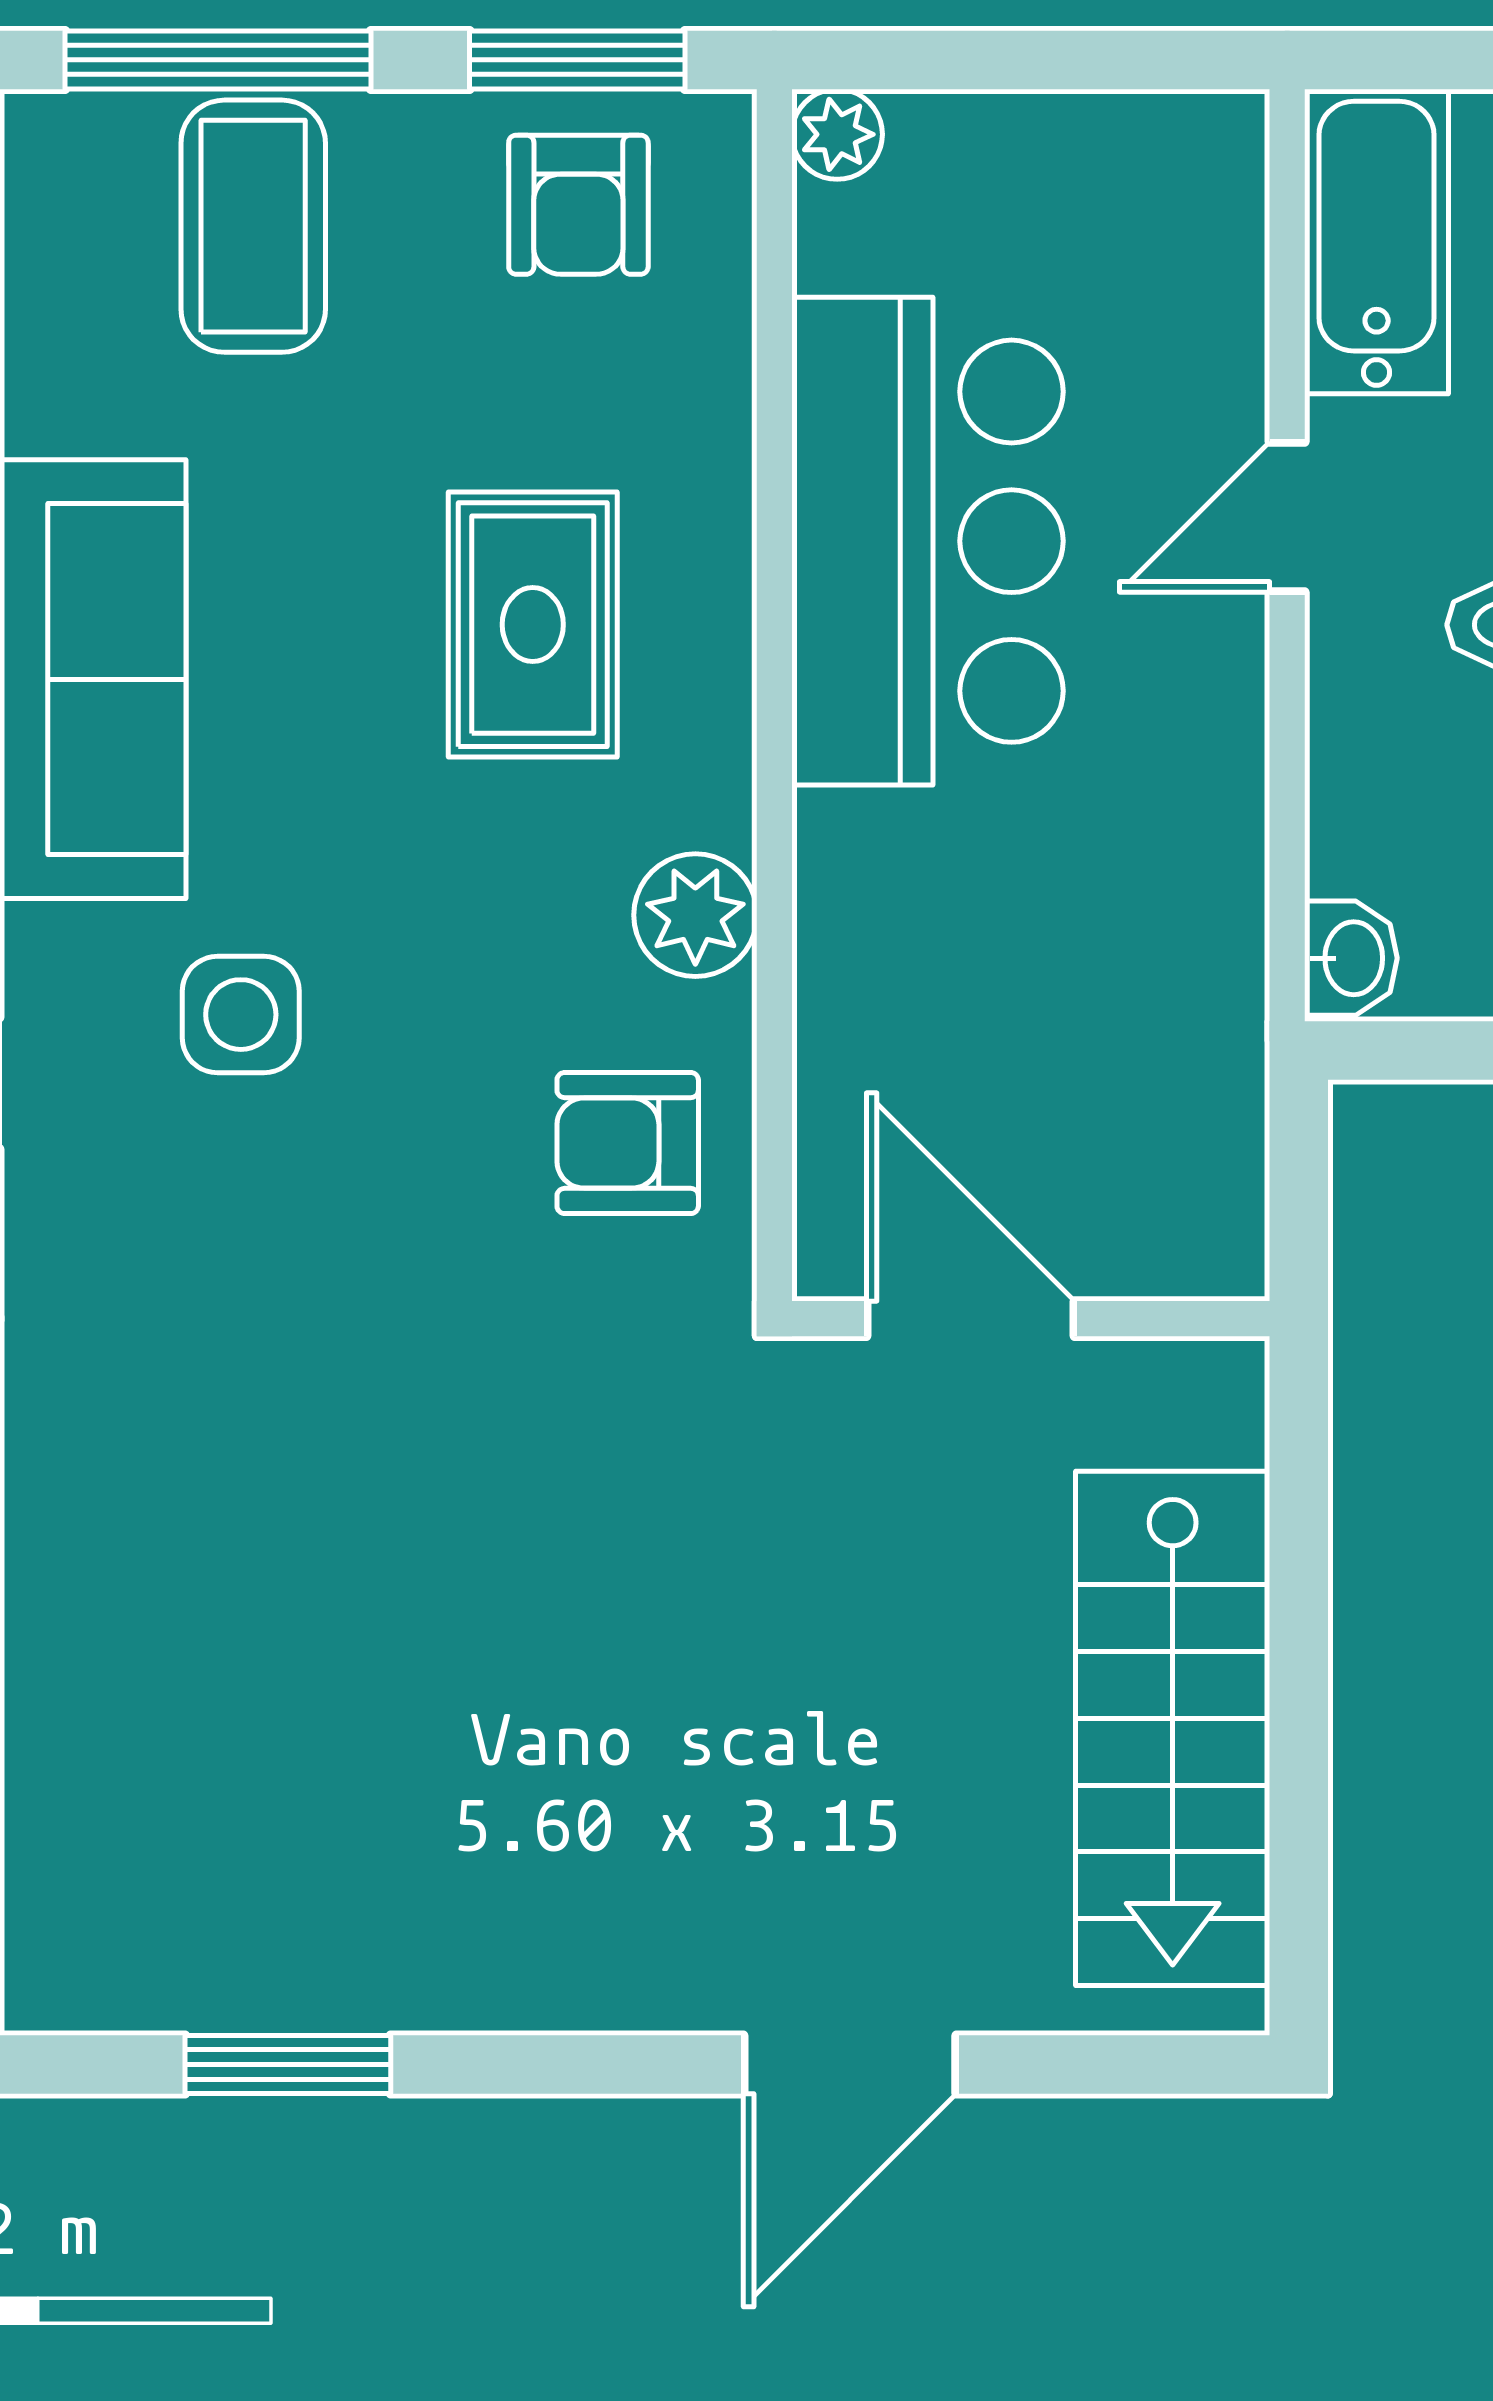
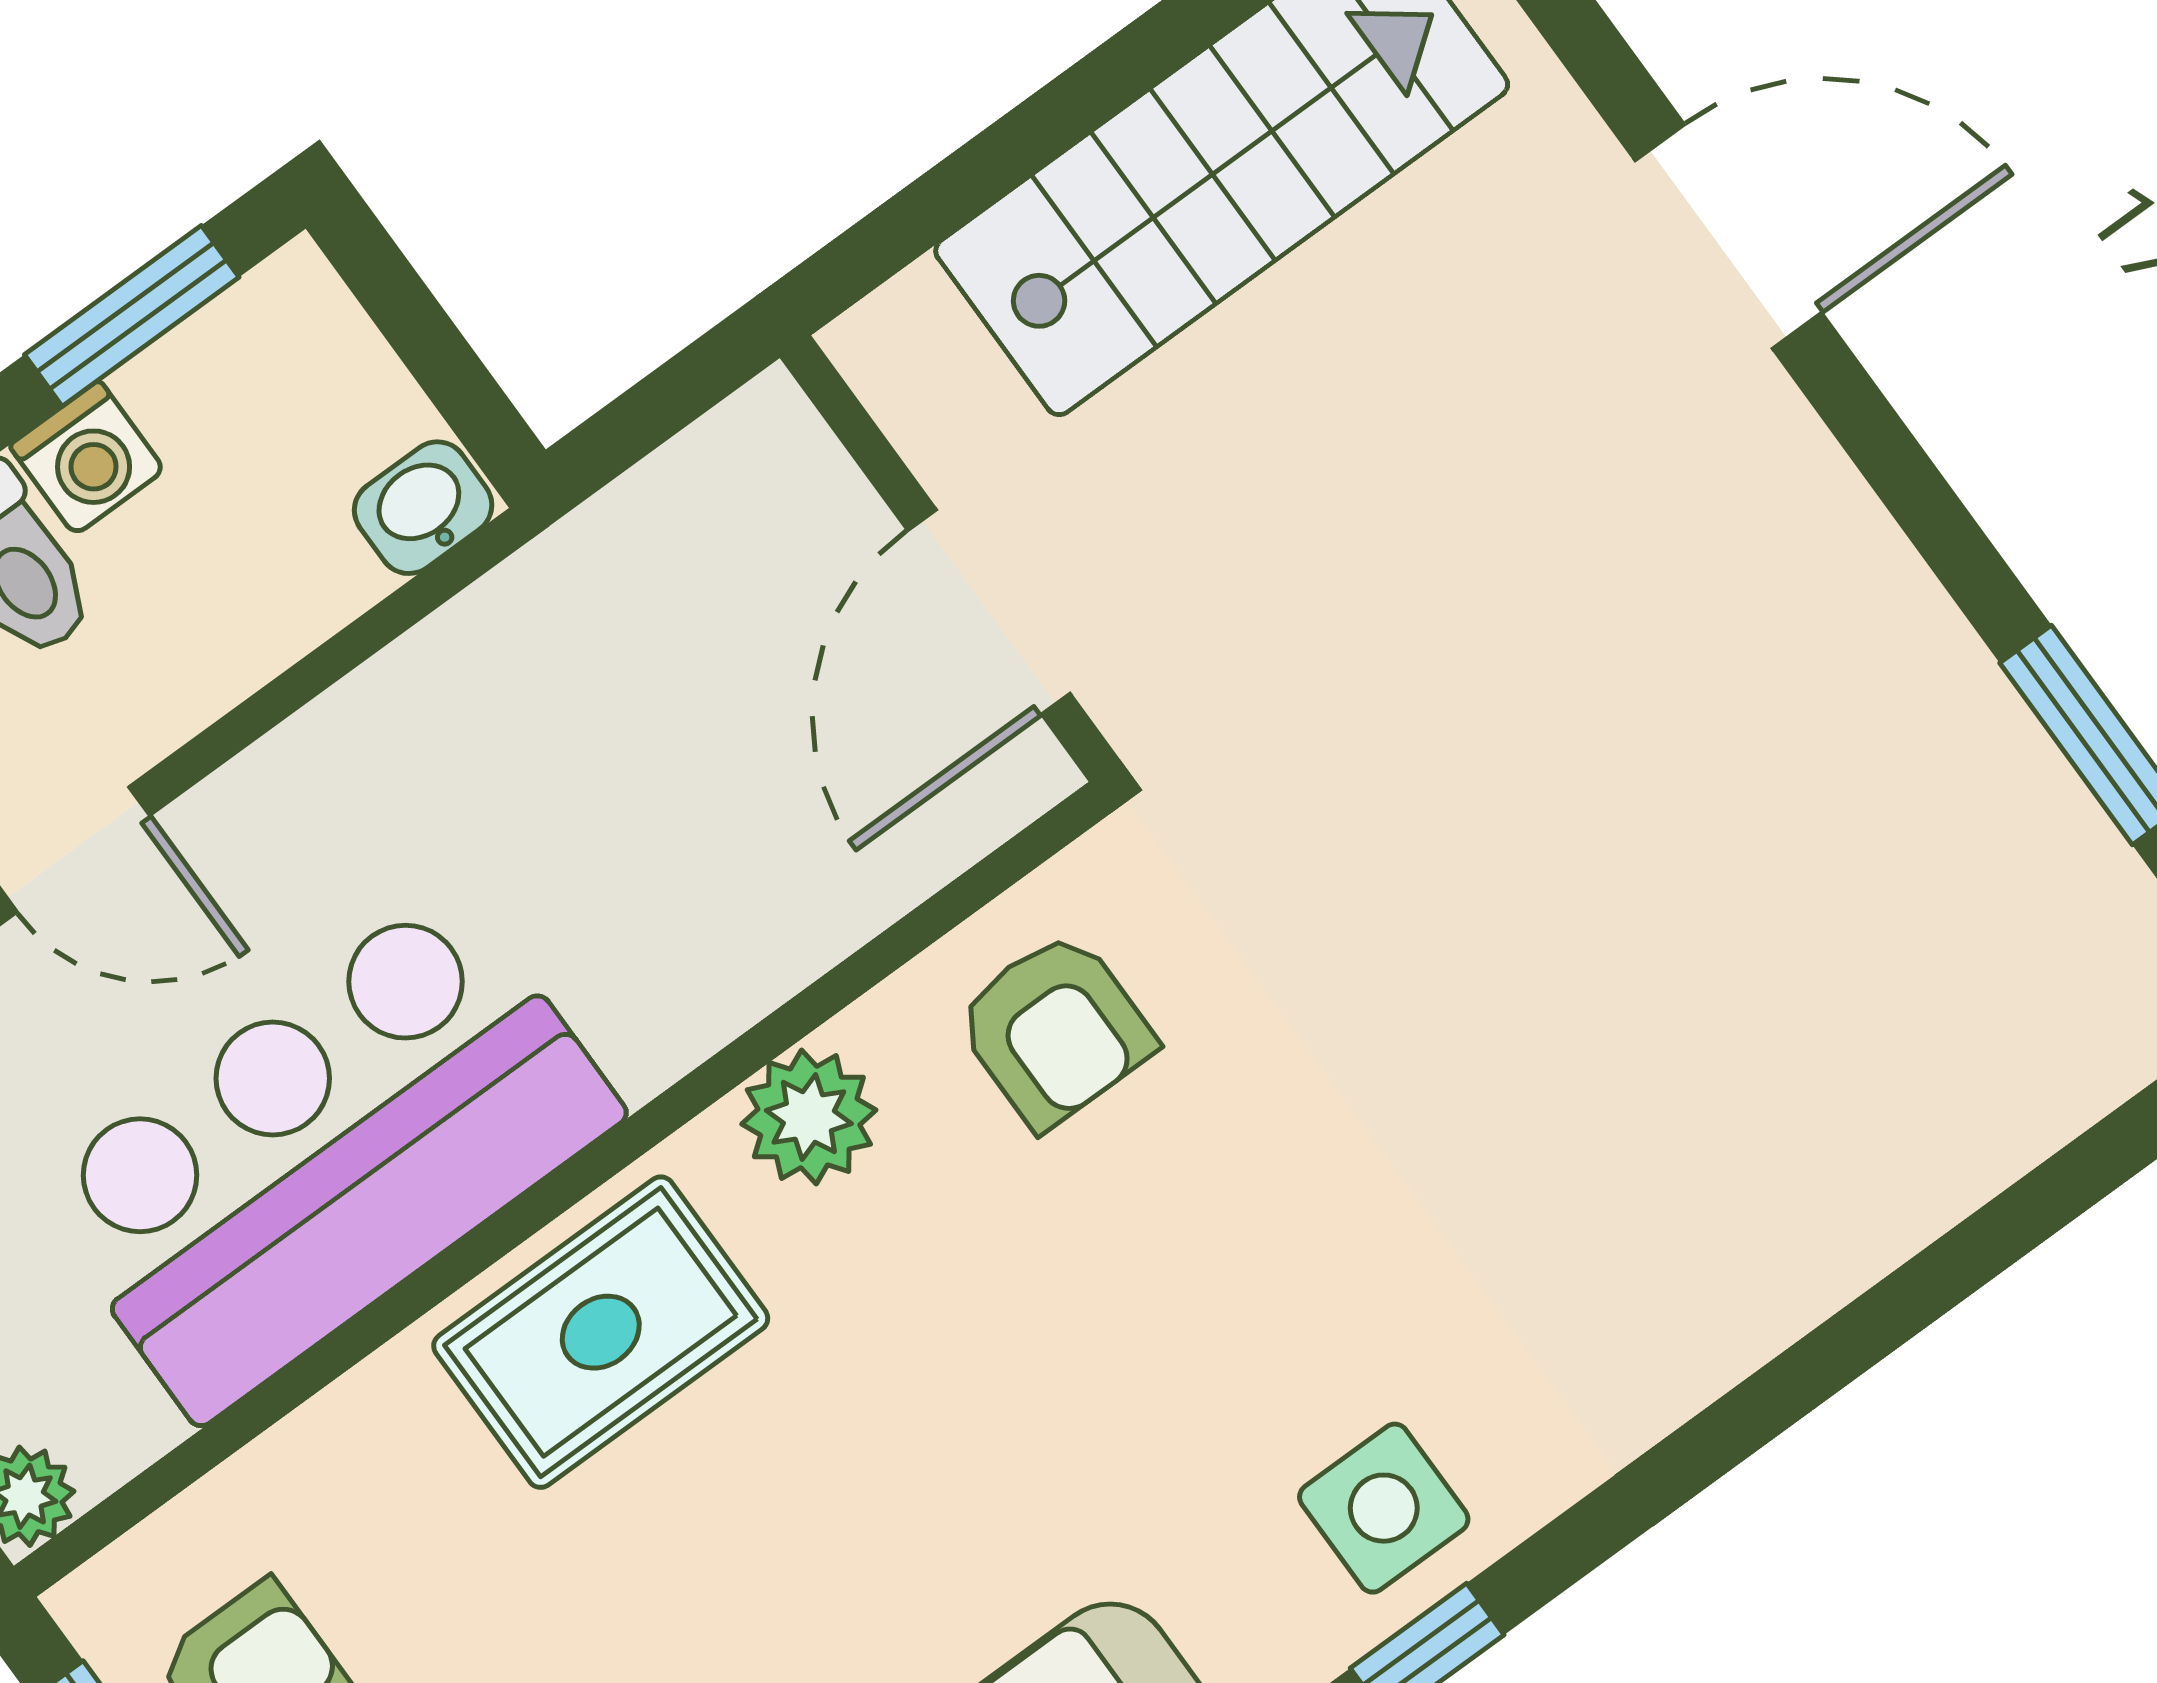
rug: (533, 625) -> (601, 1332), moved
side table: (241, 1015) -> (1384, 1508), moved

